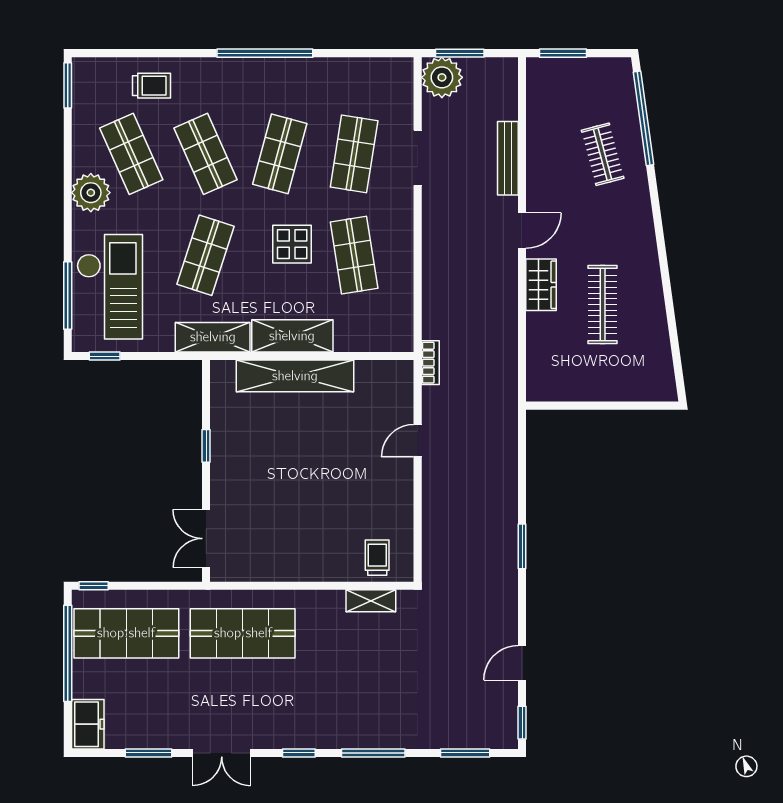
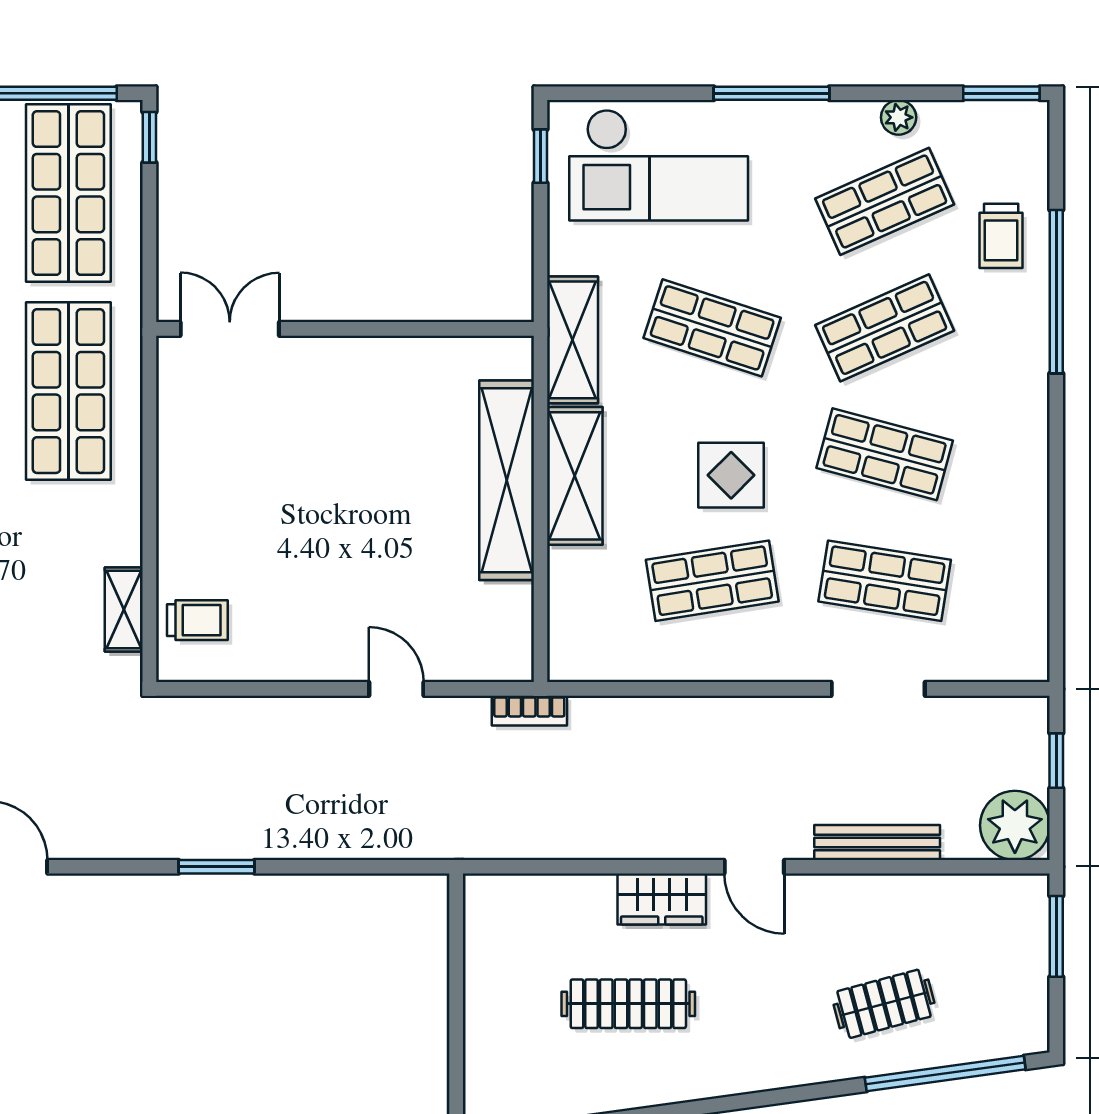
window: (265, 53) -> (1056, 292), moved
window: (460, 53) -> (1056, 761), width x0.67
plant: (442, 77) -> (1015, 825), moved
plant: (91, 193) -> (899, 117), moved, width x0.53, depth x0.53
window: (68, 296) -> (772, 93), moved
window: (206, 446) -> (388, 329), removed

